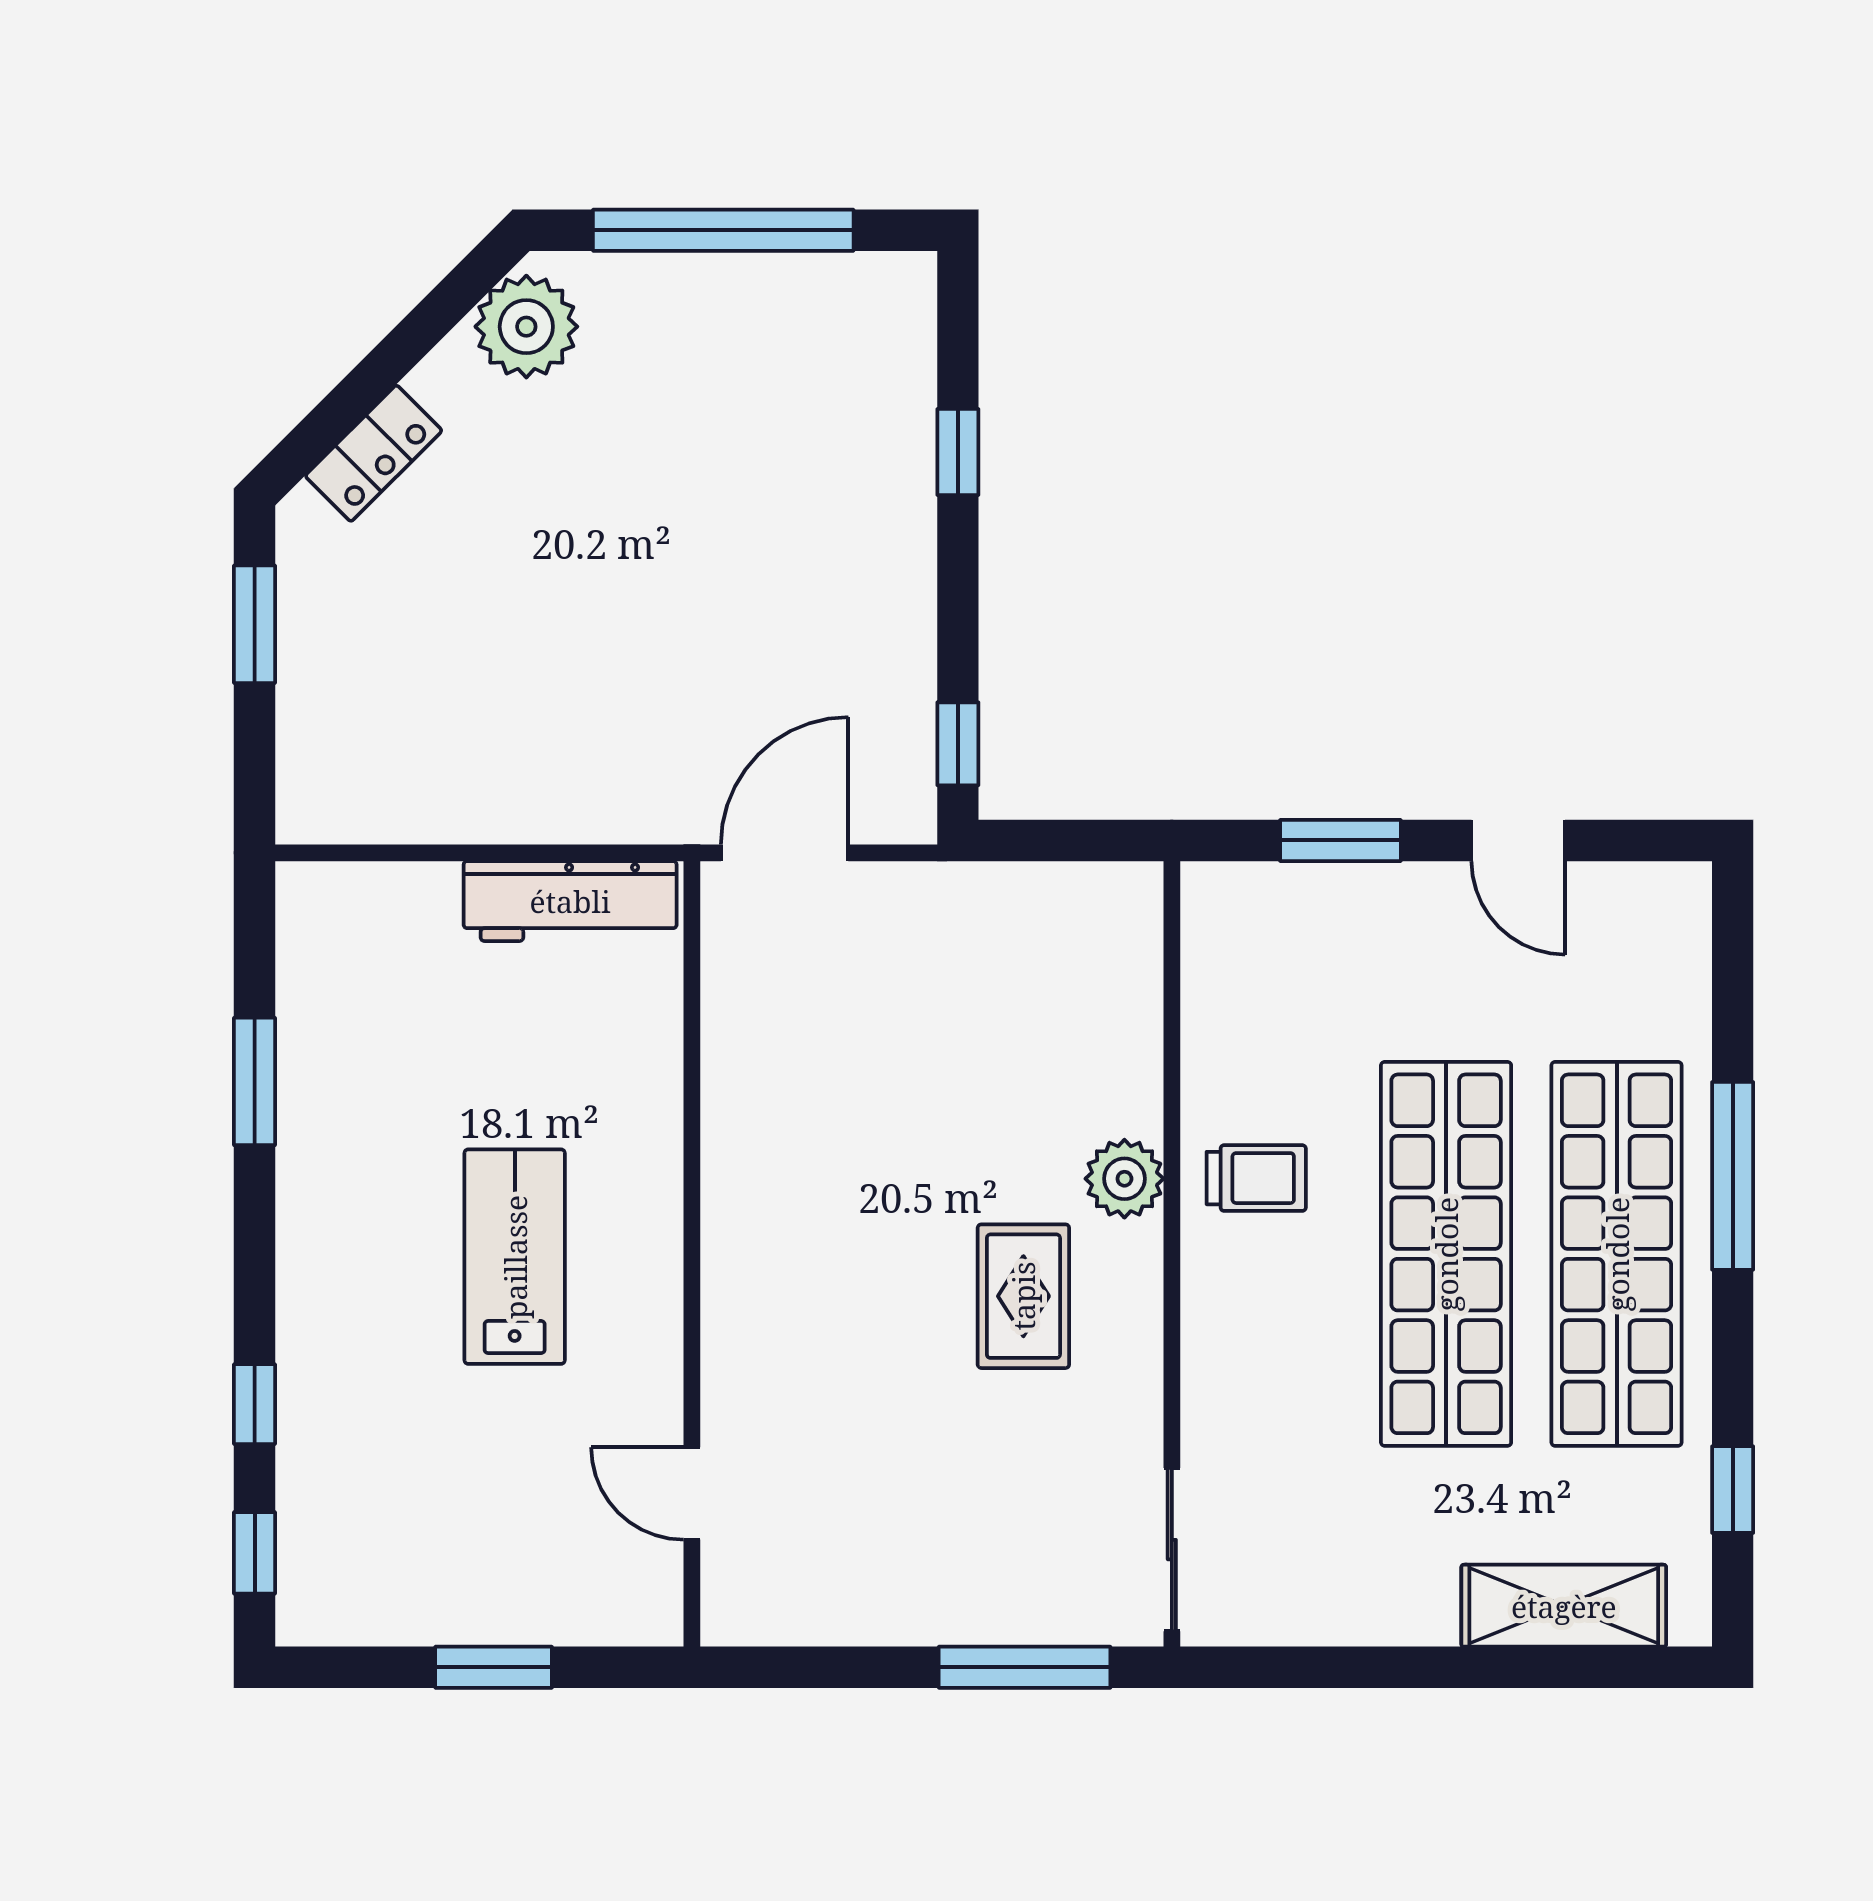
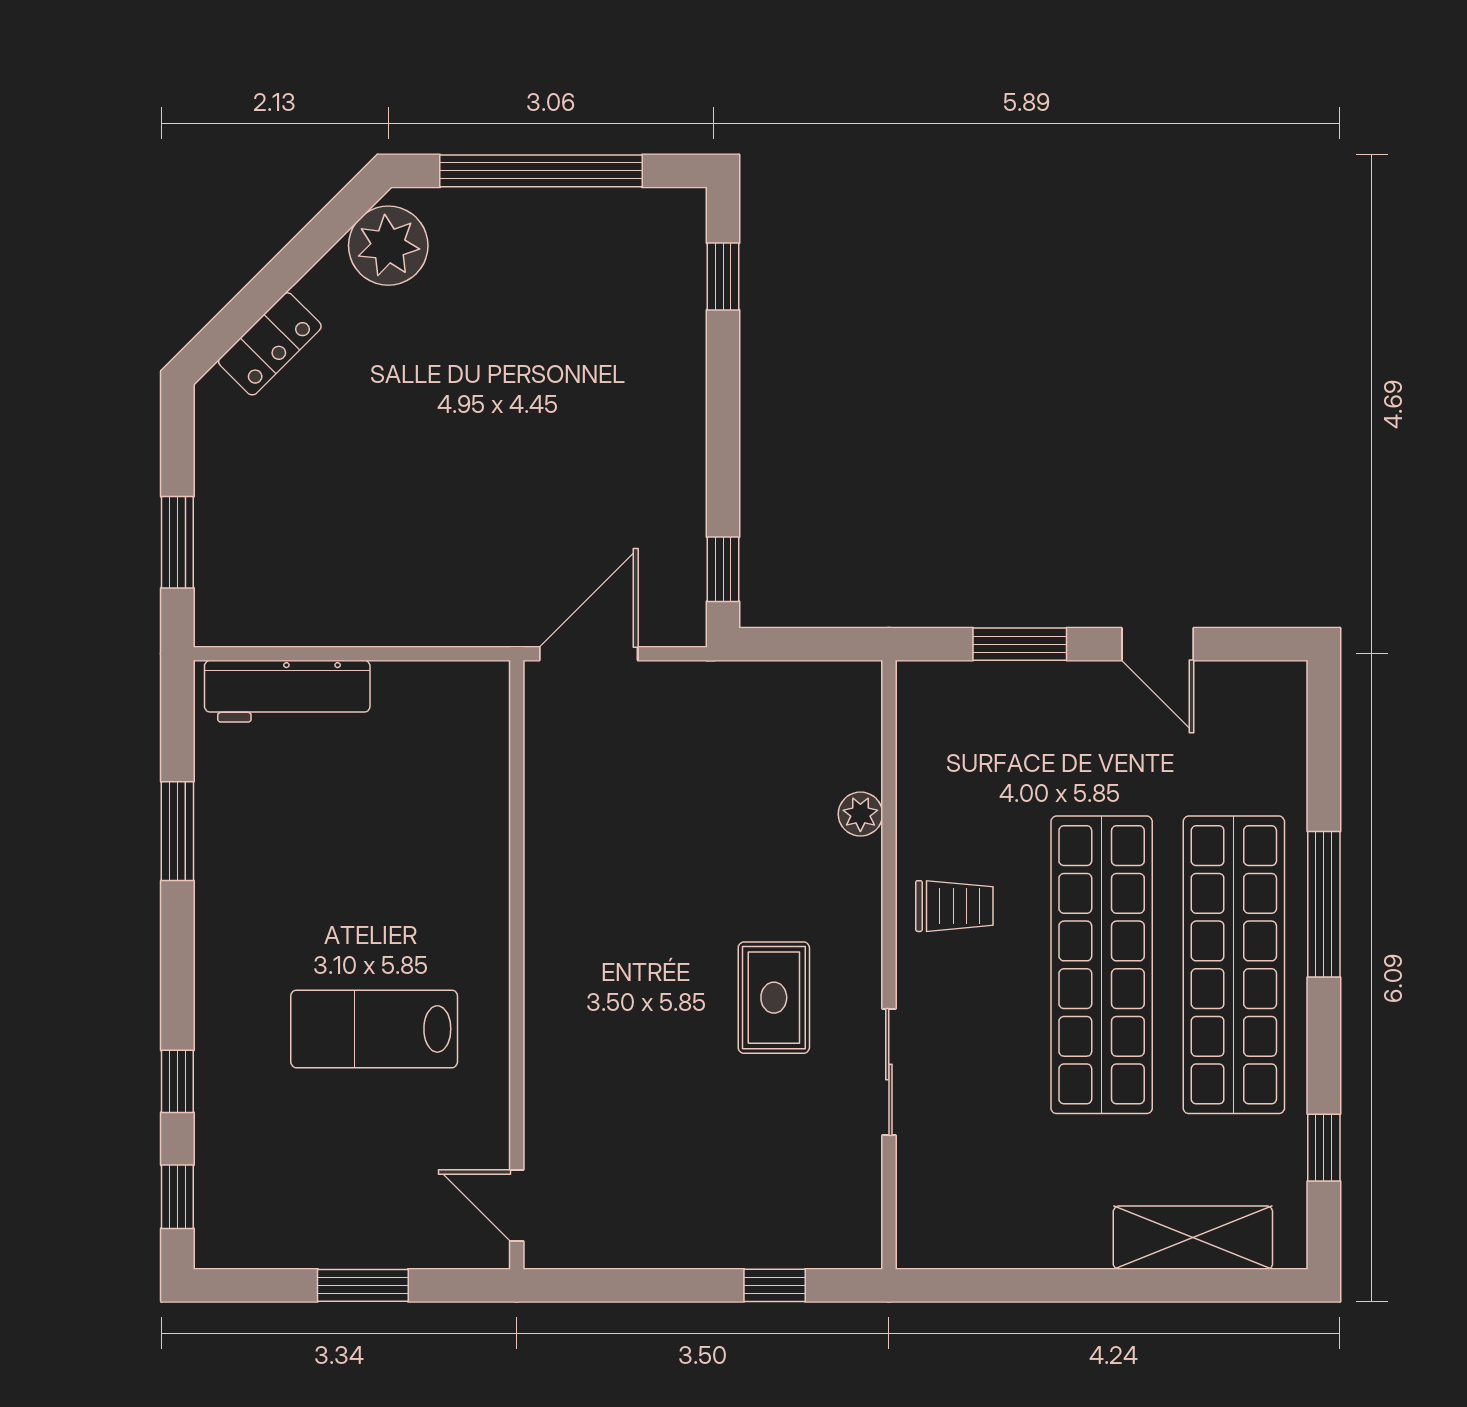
window: (958, 452) -> (723, 277), moved
window: (255, 624) -> (177, 542), moved
workbench: (570, 901) -> (287, 691), moved
plant: (1124, 1179) -> (860, 814), moved, width x0.73, depth x0.73
lab bench: (515, 1257) -> (374, 1029), moved, turned -90
door: (692, 1493) -> (517, 1205), moved
sliding door: (1172, 1550) -> (889, 1072), moved
window: (1025, 1667) -> (775, 1285), width x0.46

